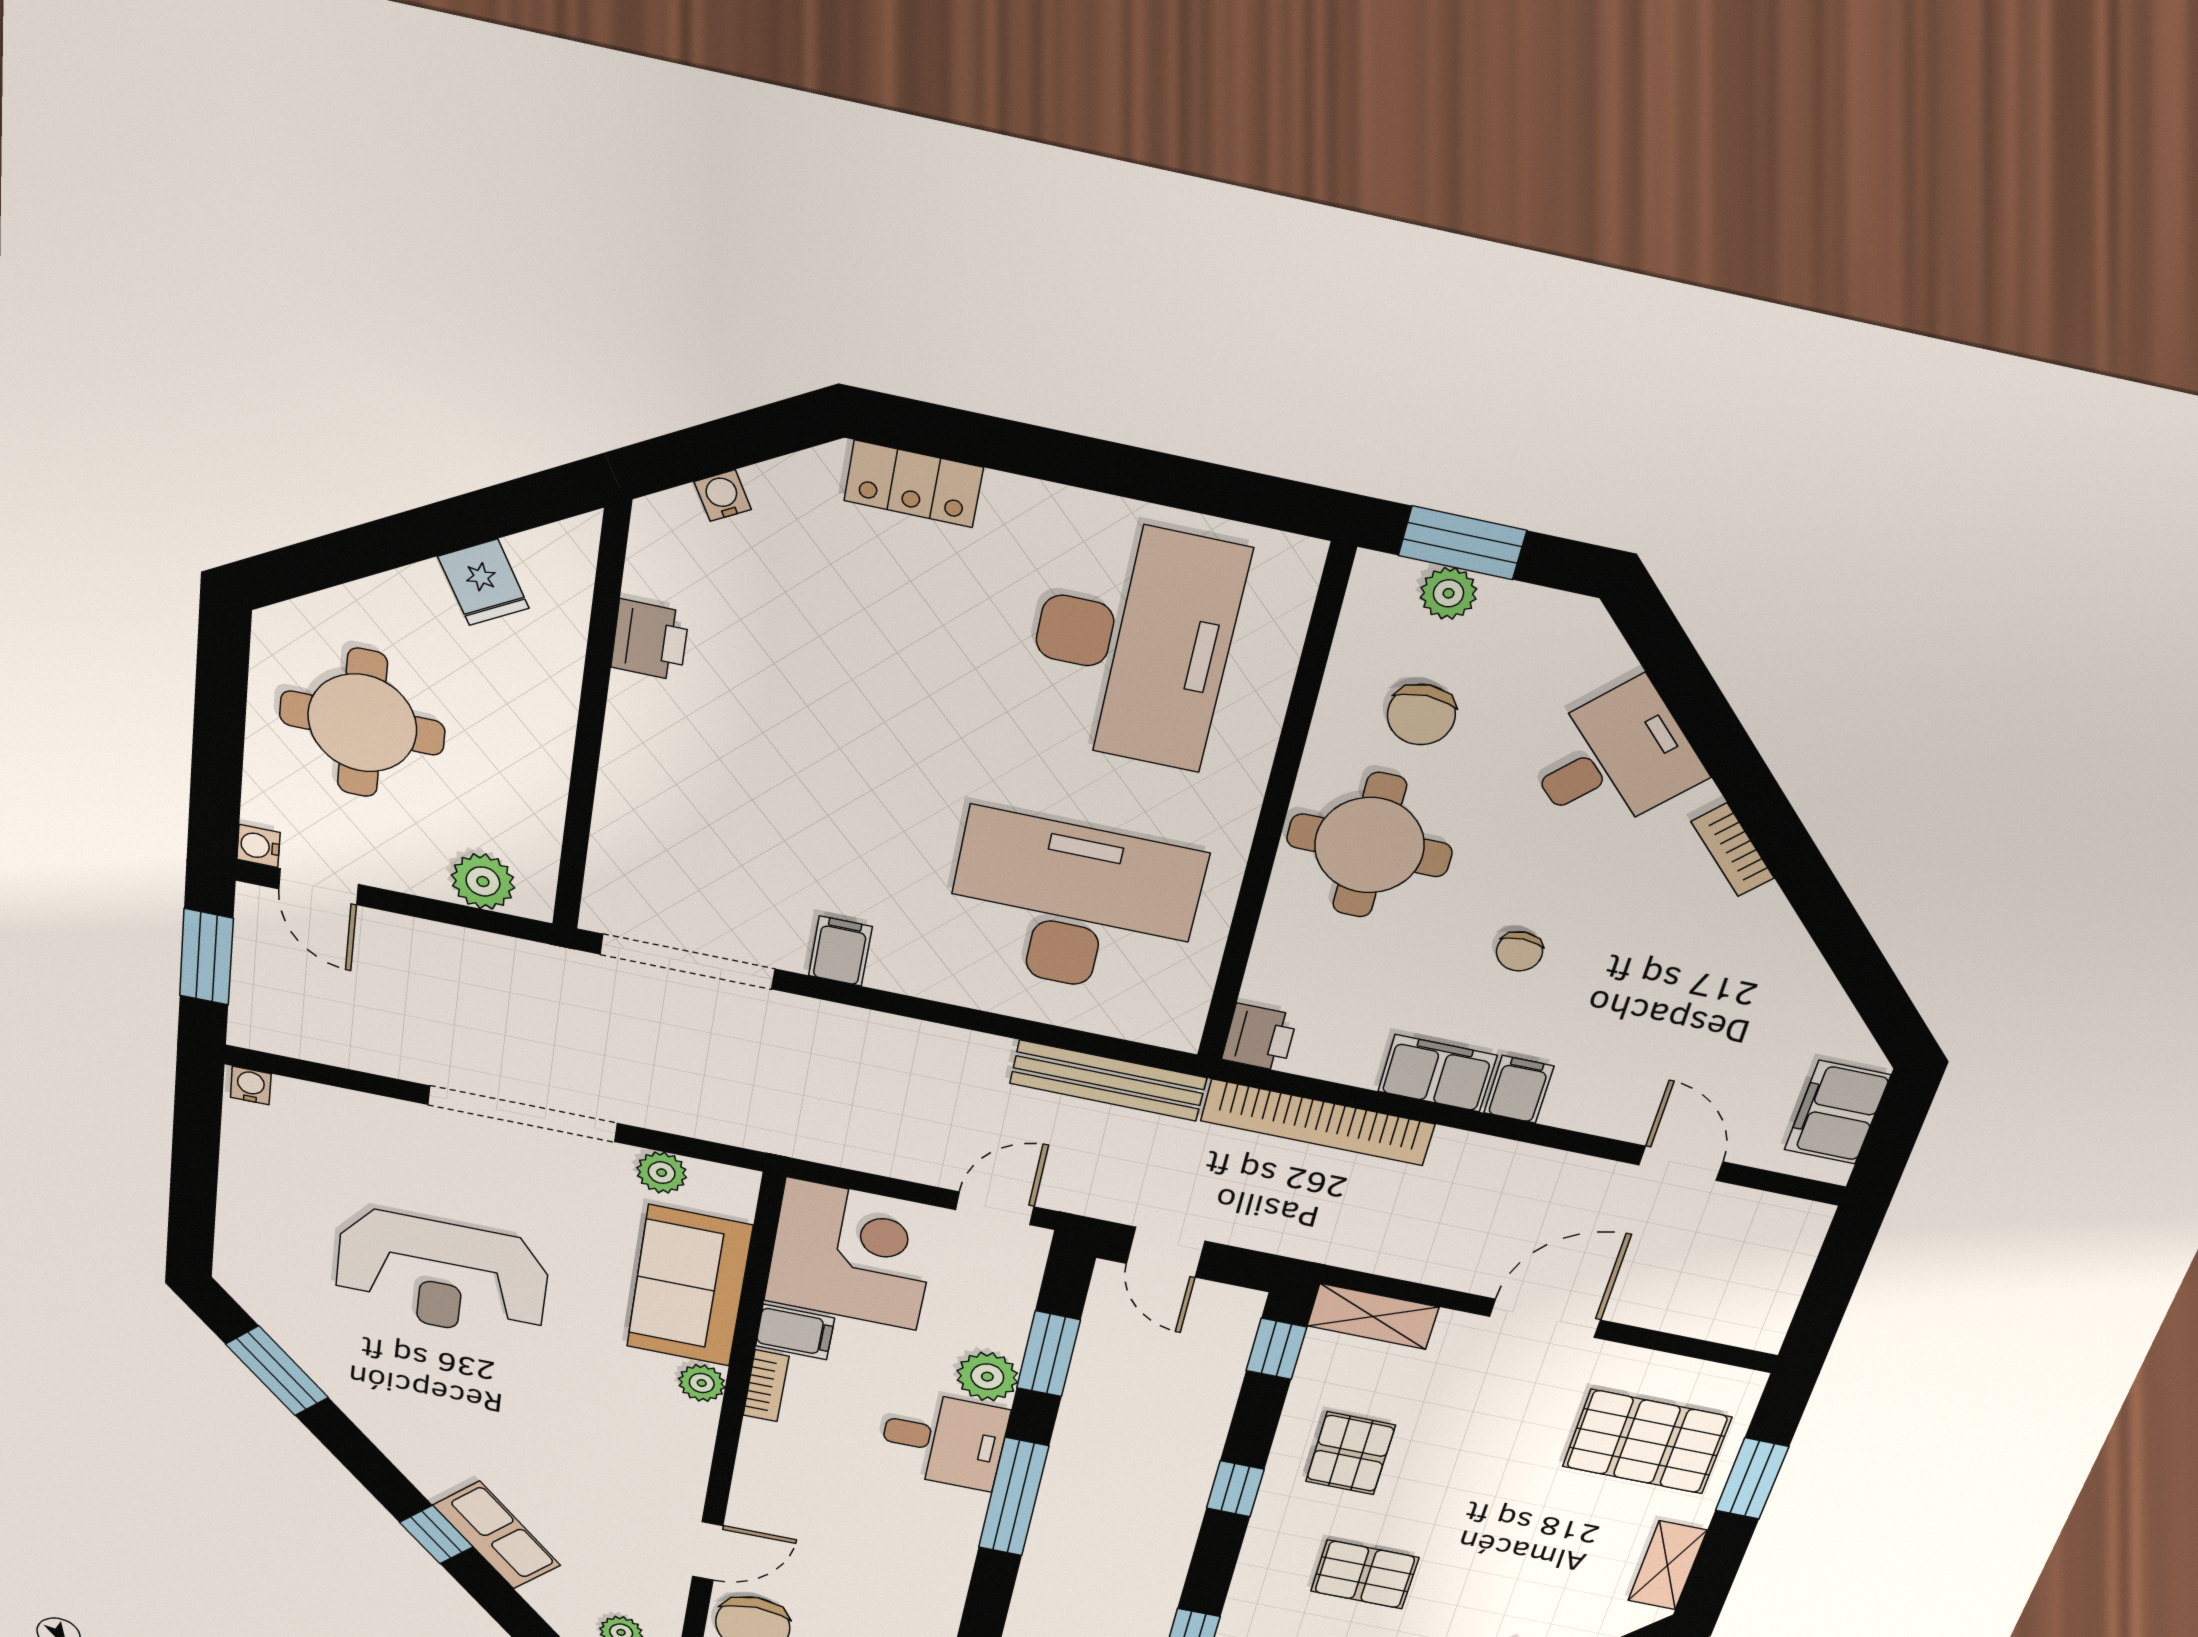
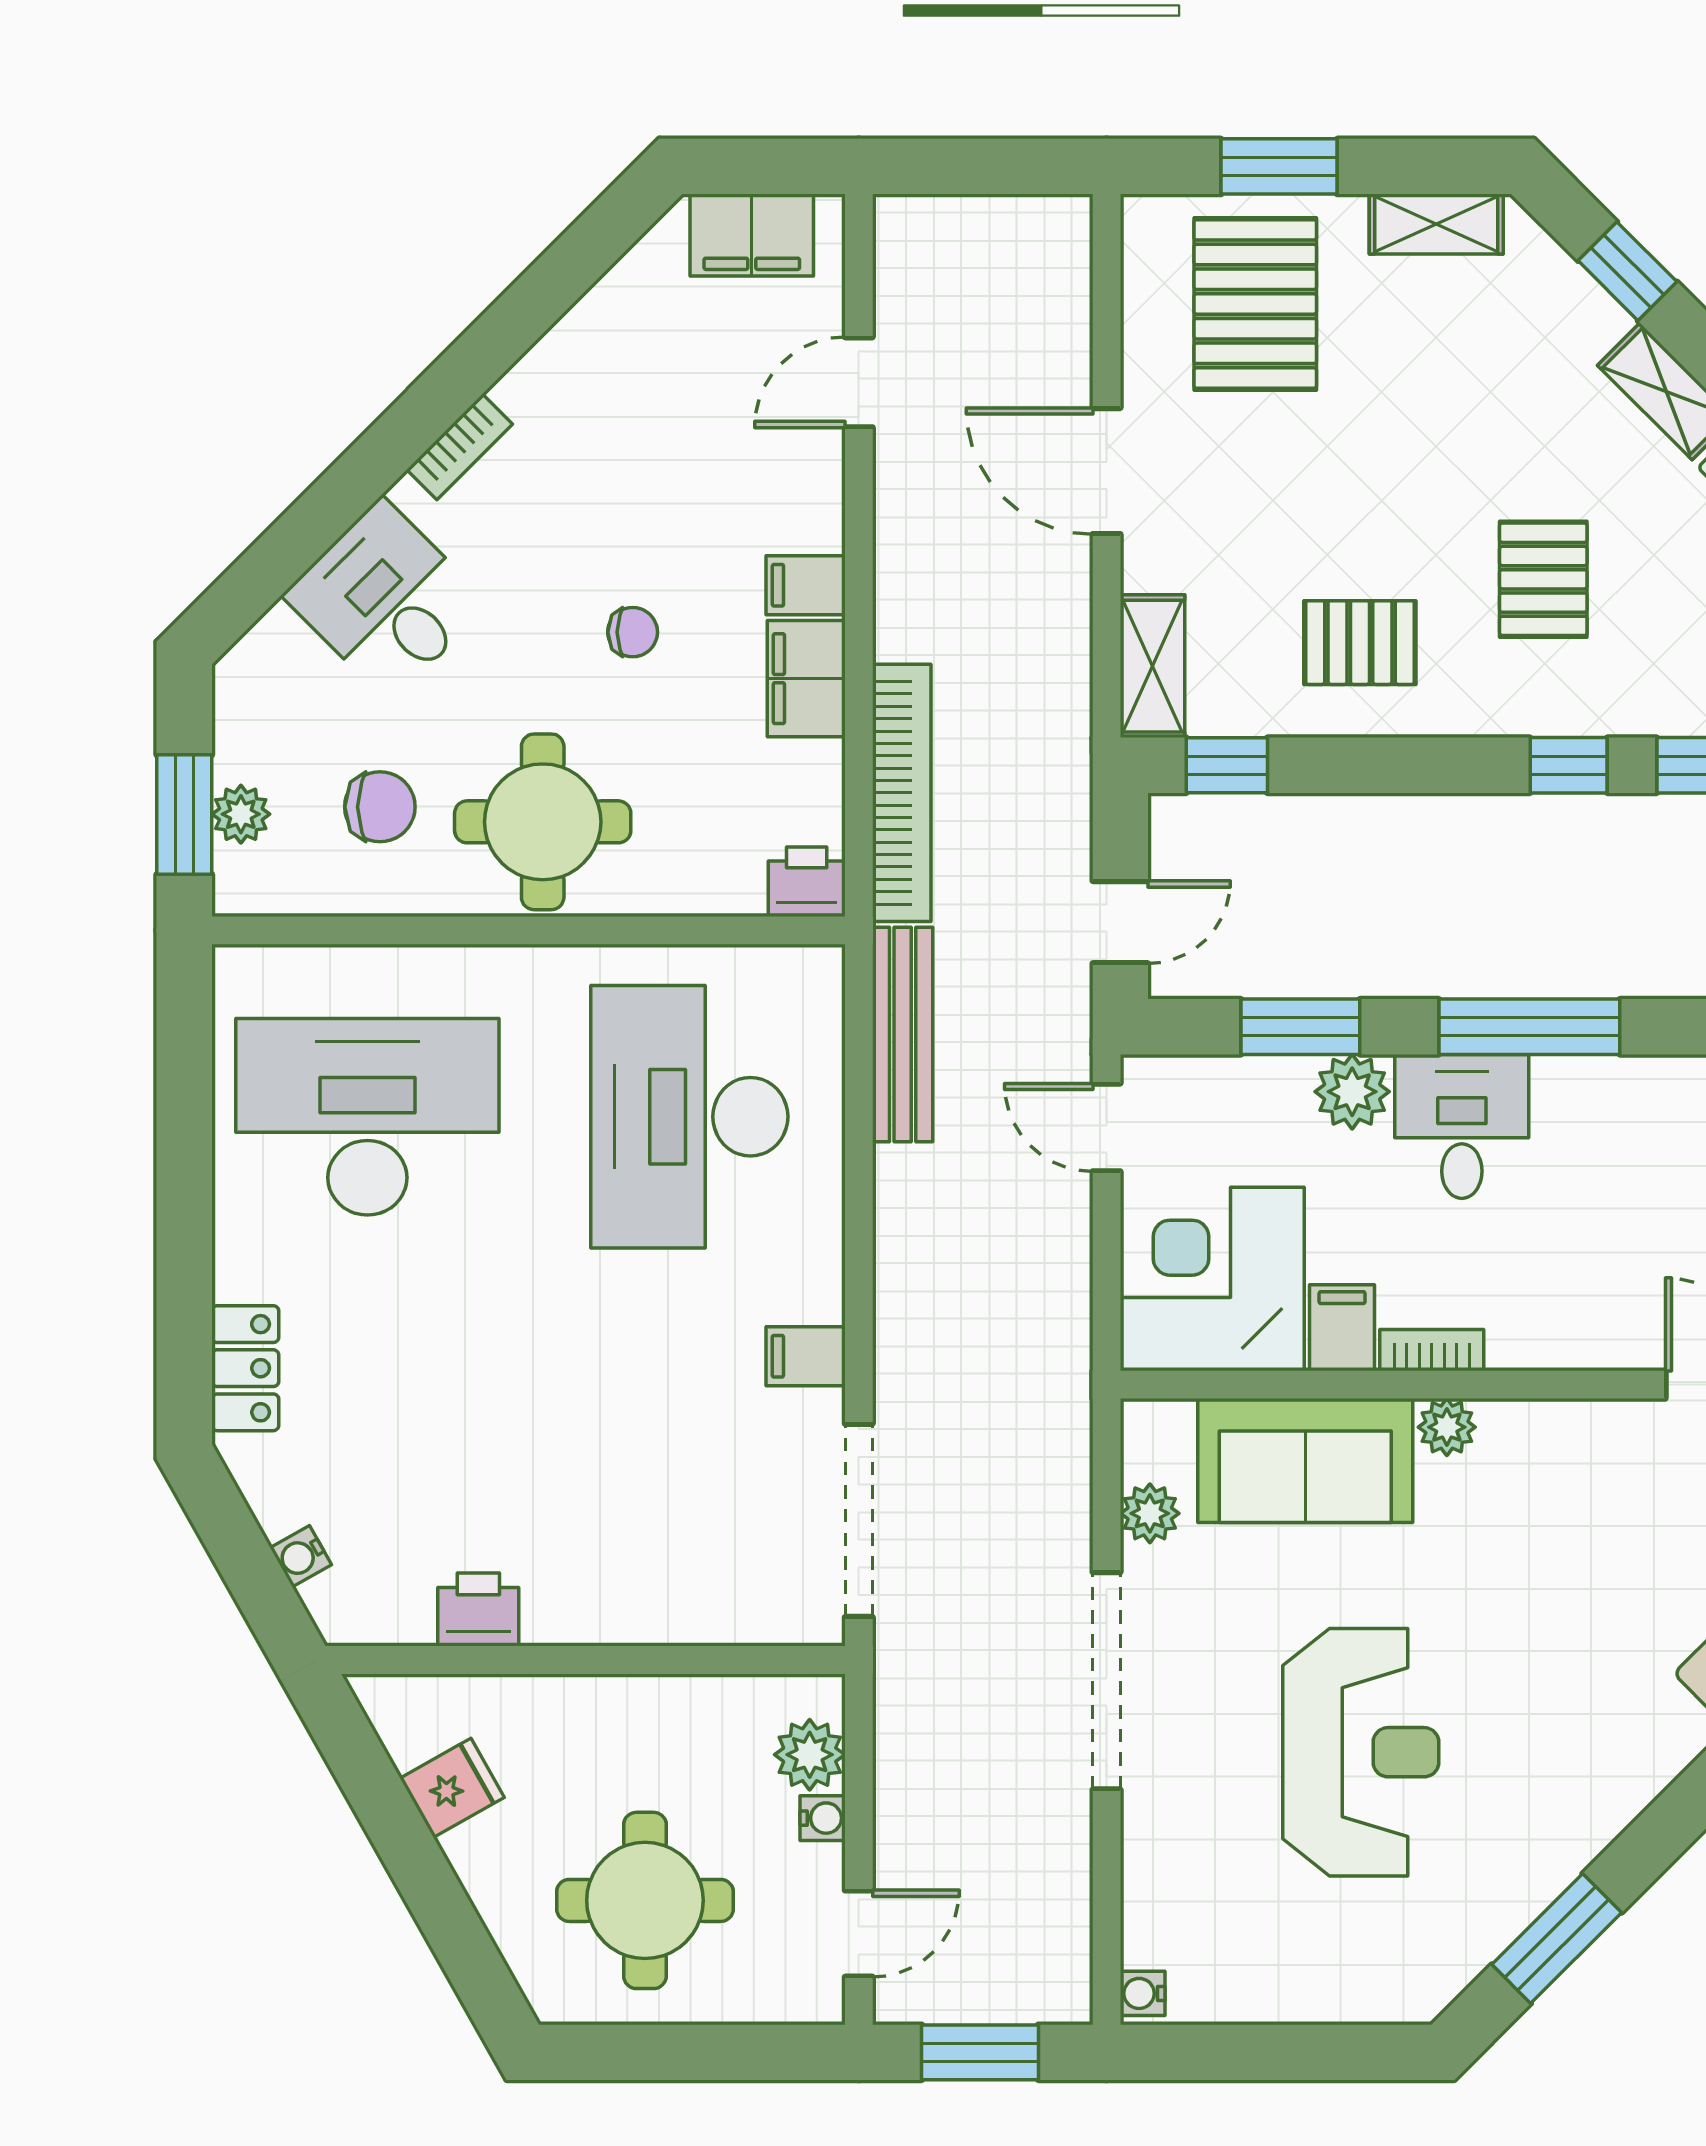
water cooler: (258, 846) -> (823, 1818), moved, turned -90
window: (1235, 1489) -> (1569, 765), moved

